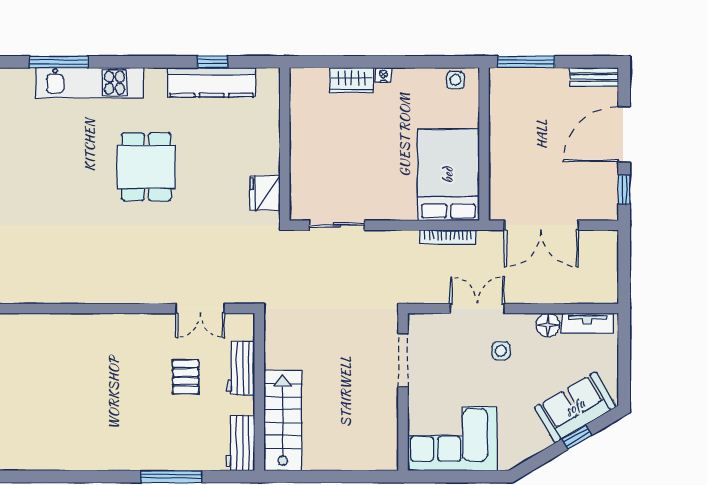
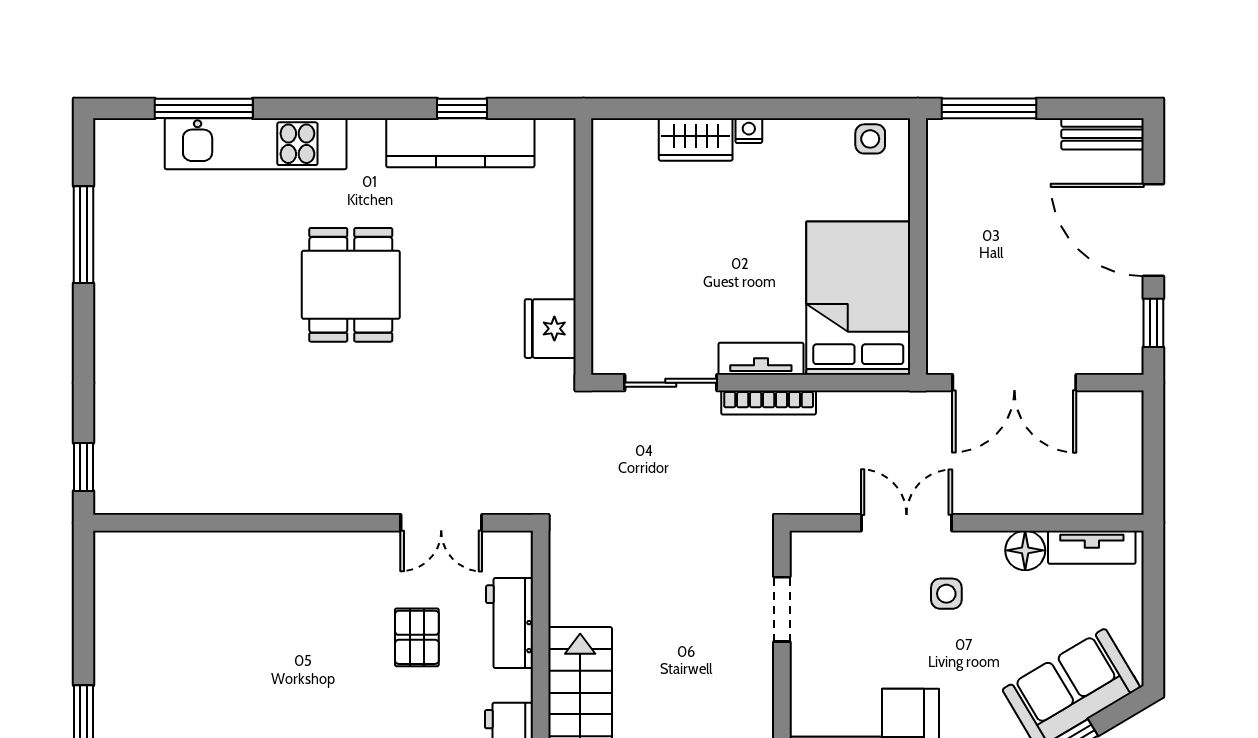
door: (624, 134) -> (1153, 230), hinge flipped
tv unit: (391, 211) -> (761, 359), added
bookcase: (448, 237) -> (769, 403), moved
doorway: (403, 360) -> (782, 609), width x0.73

